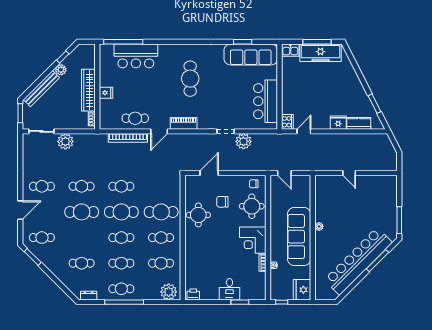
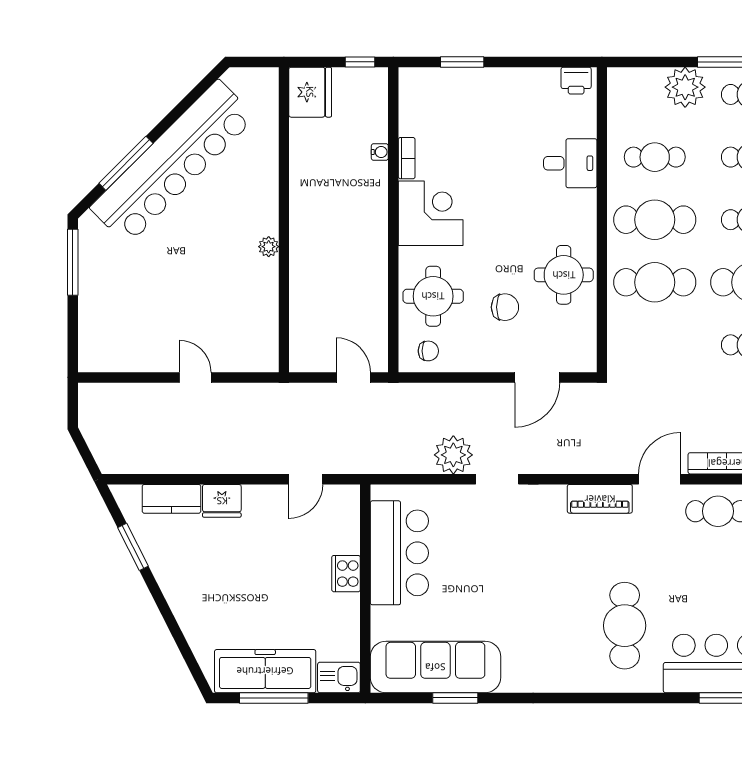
cafe table: (190, 79) -> (625, 626), moved
cooker: (287, 122) -> (346, 574), moved
sofa: (299, 237) -> (317, 222), removed
cafe table: (161, 238) -> (655, 220), width x1.37, depth x1.35
desk: (229, 289) -> (570, 163), moved, turned 90
plant: (169, 292) -> (685, 87), moved

